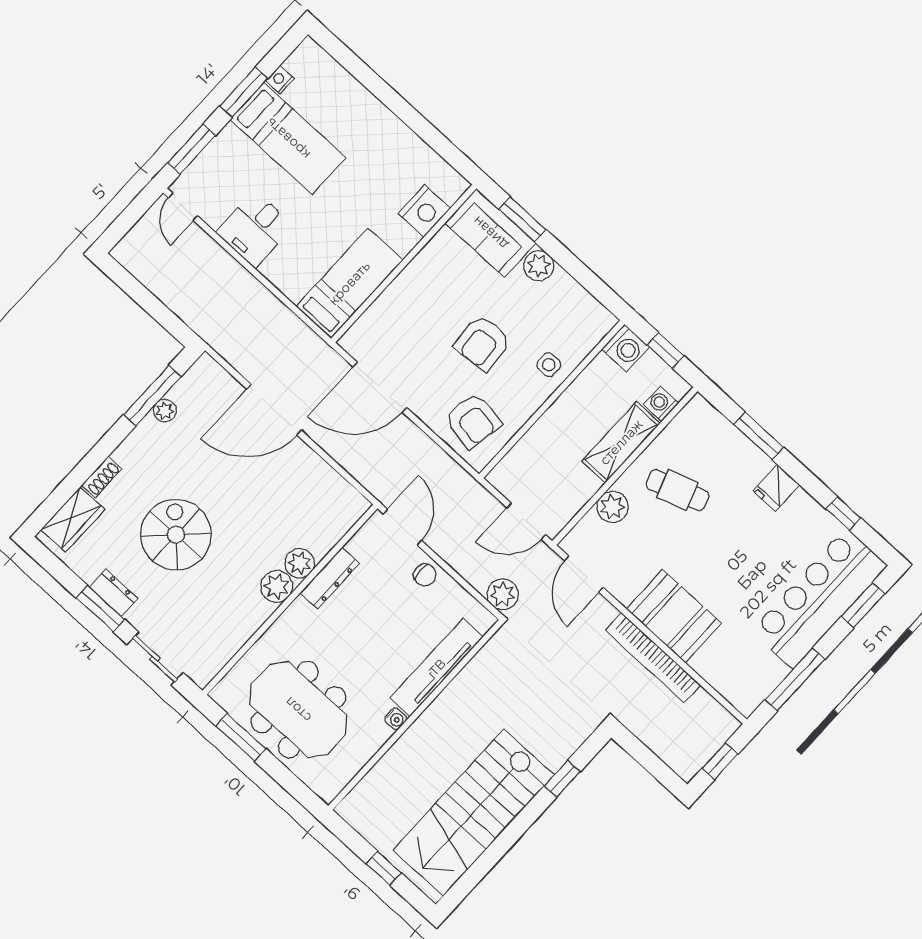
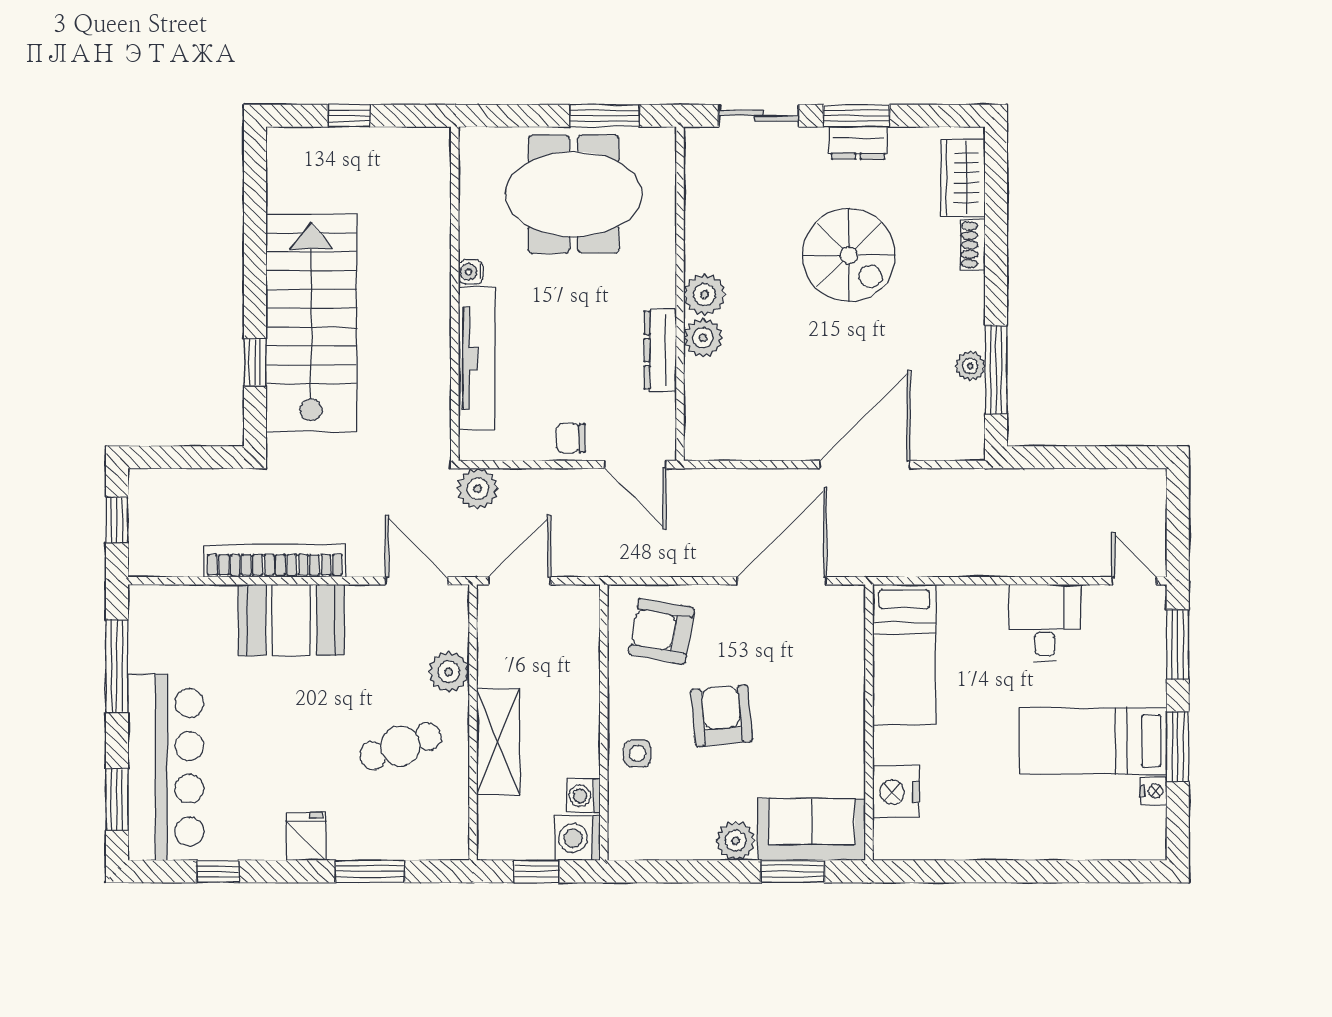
washing machine: (661, 404) -> (583, 796), moved, turned 180
stairs: (474, 813) -> (311, 323), moved

